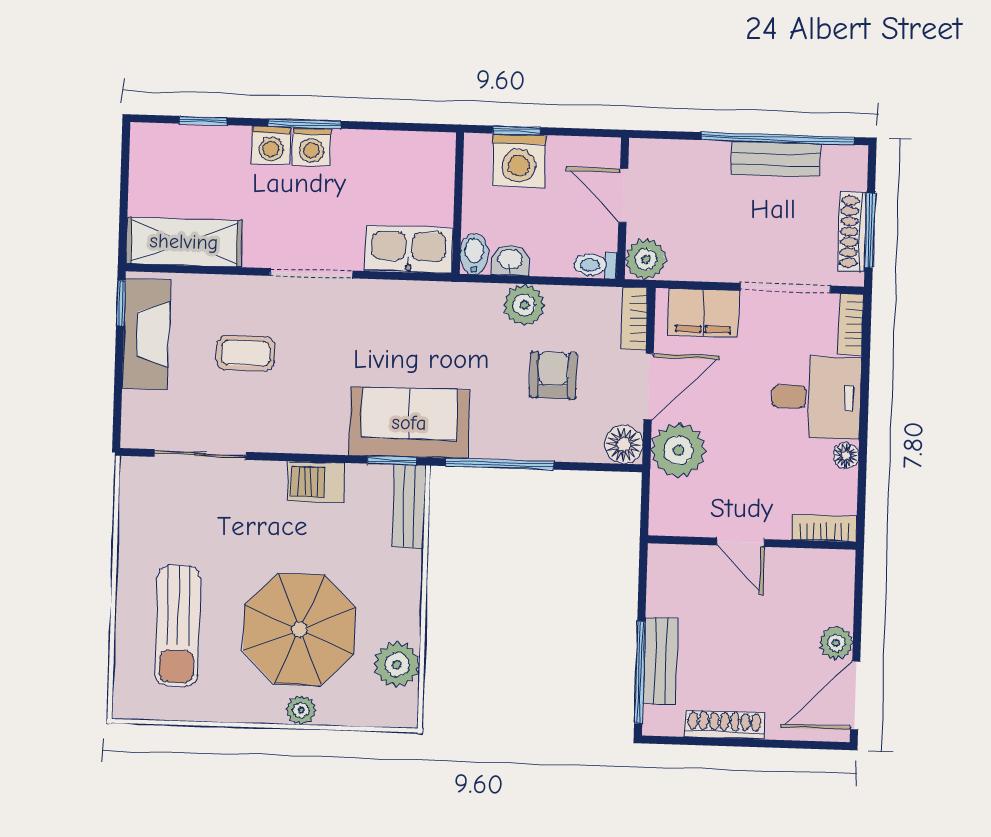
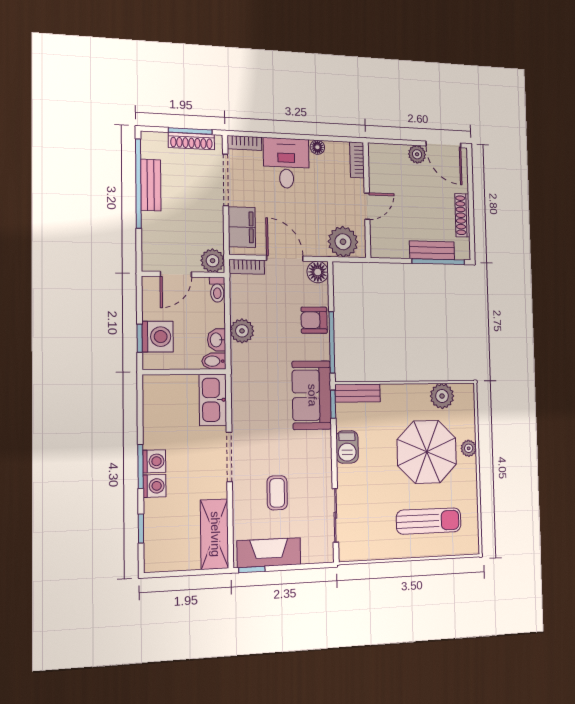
armchair: (553, 375) -> (314, 320), moved
plant: (678, 450) -> (343, 242), moved

